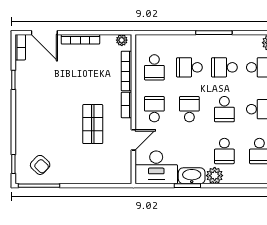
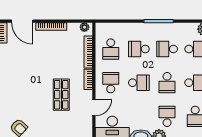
school desk: (189, 109) -> (139, 83), turned 90
school desk: (224, 151) -> (167, 116), turned 180

